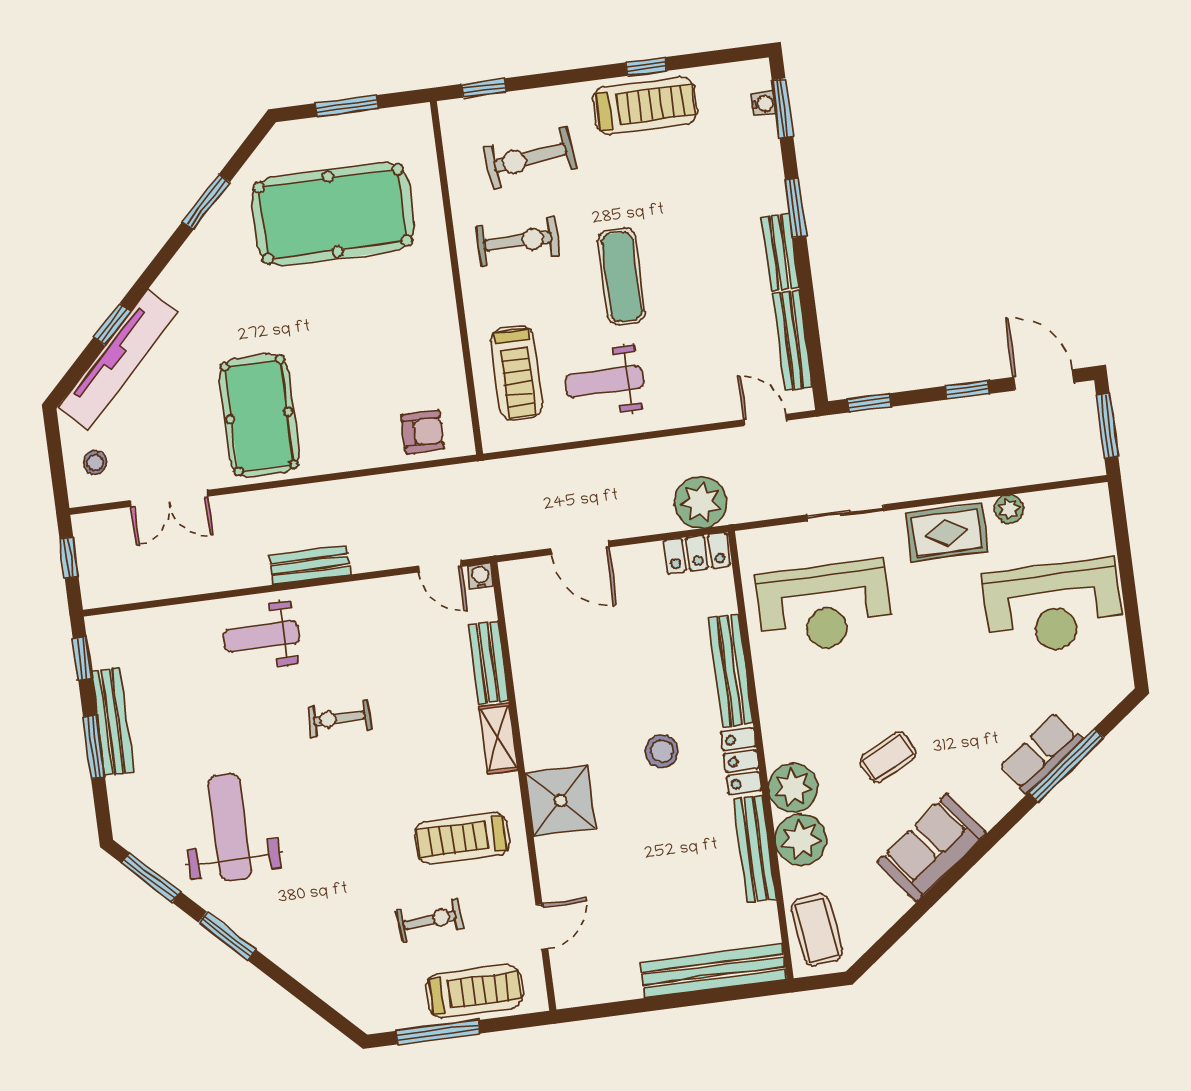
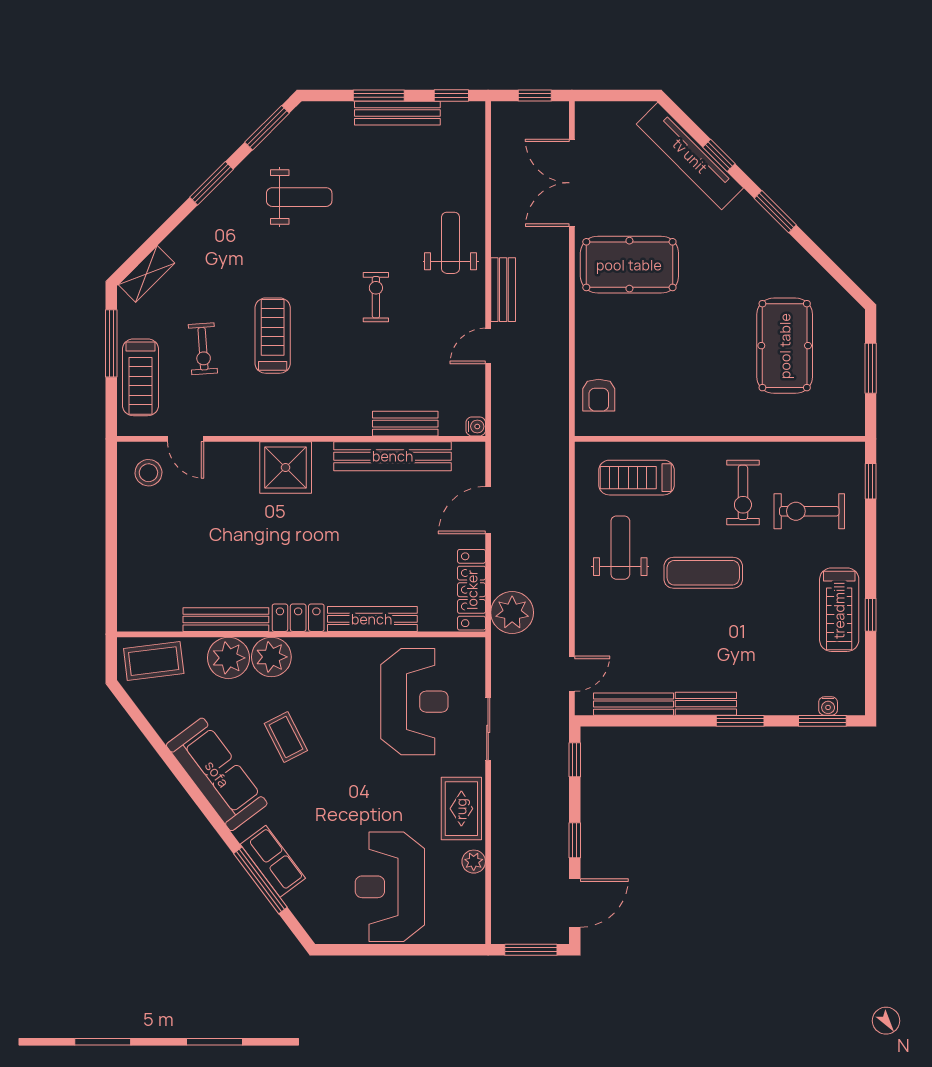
exercise bike: (530, 158) -> (809, 511), turned -83
window: (206, 202) -> (775, 212), moved
pool table: (333, 214) -> (785, 346), width x0.73, depth x0.76
stool: (95, 463) -> (609, 127), removed
double door: (169, 498) -> (572, 183), width x1.37
locker: (697, 553) -> (472, 590), width x1.53
door: (440, 566) -> (488, 346), moved
reception desk: (824, 607) -> (414, 702), turned 180
shelving: (498, 738) -> (146, 274), moved, turned -45
stool: (662, 751) -> (148, 473), moved
weight bench: (230, 827) -> (299, 197), width x0.73, depth x0.75
treadmill: (463, 838) -> (273, 336), moved
sofa: (932, 848) -> (217, 774), width x1.36
bench: (713, 971) -> (393, 456), moved, turned 90

